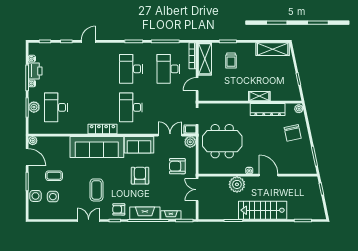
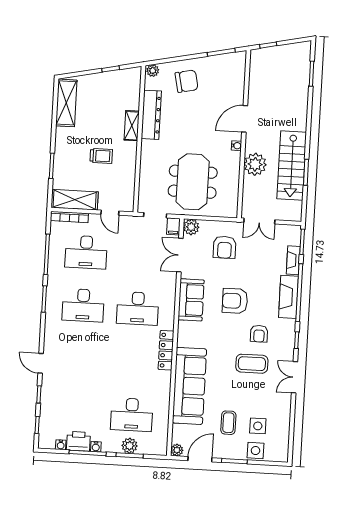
trolley: (231, 60) -> (101, 156), moved
sofa: (97, 147) -> (189, 386), moved
armchair: (119, 209) -> (259, 334), moved
stairs: (263, 210) -> (292, 165), moved

